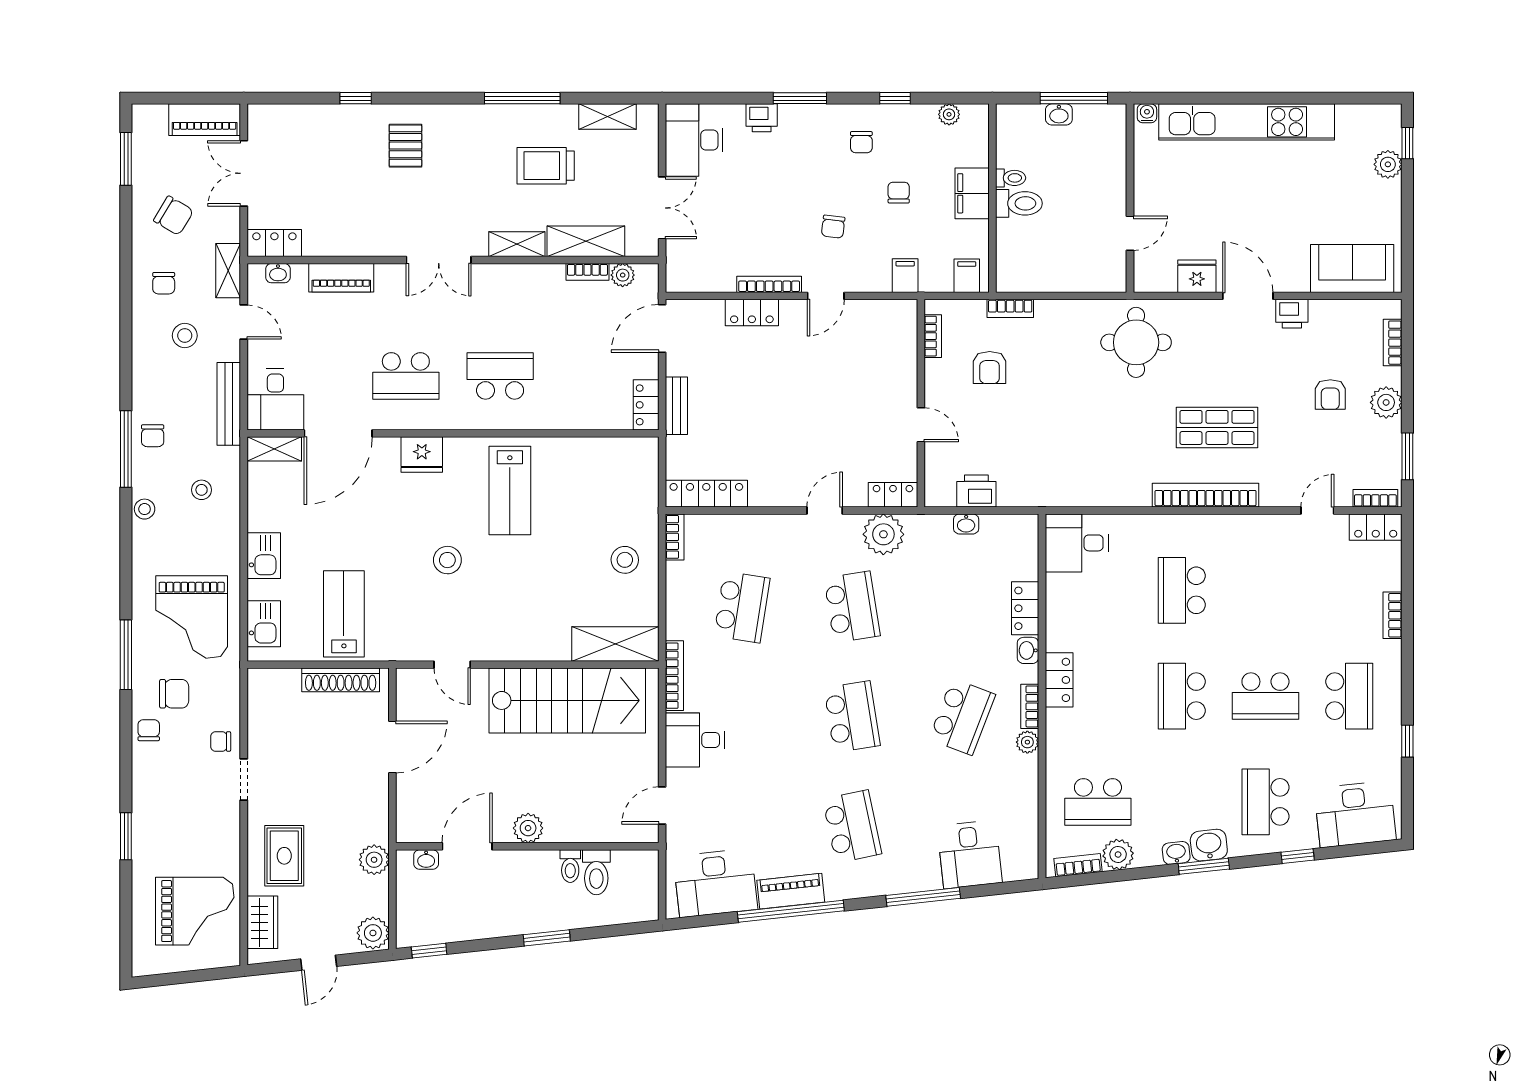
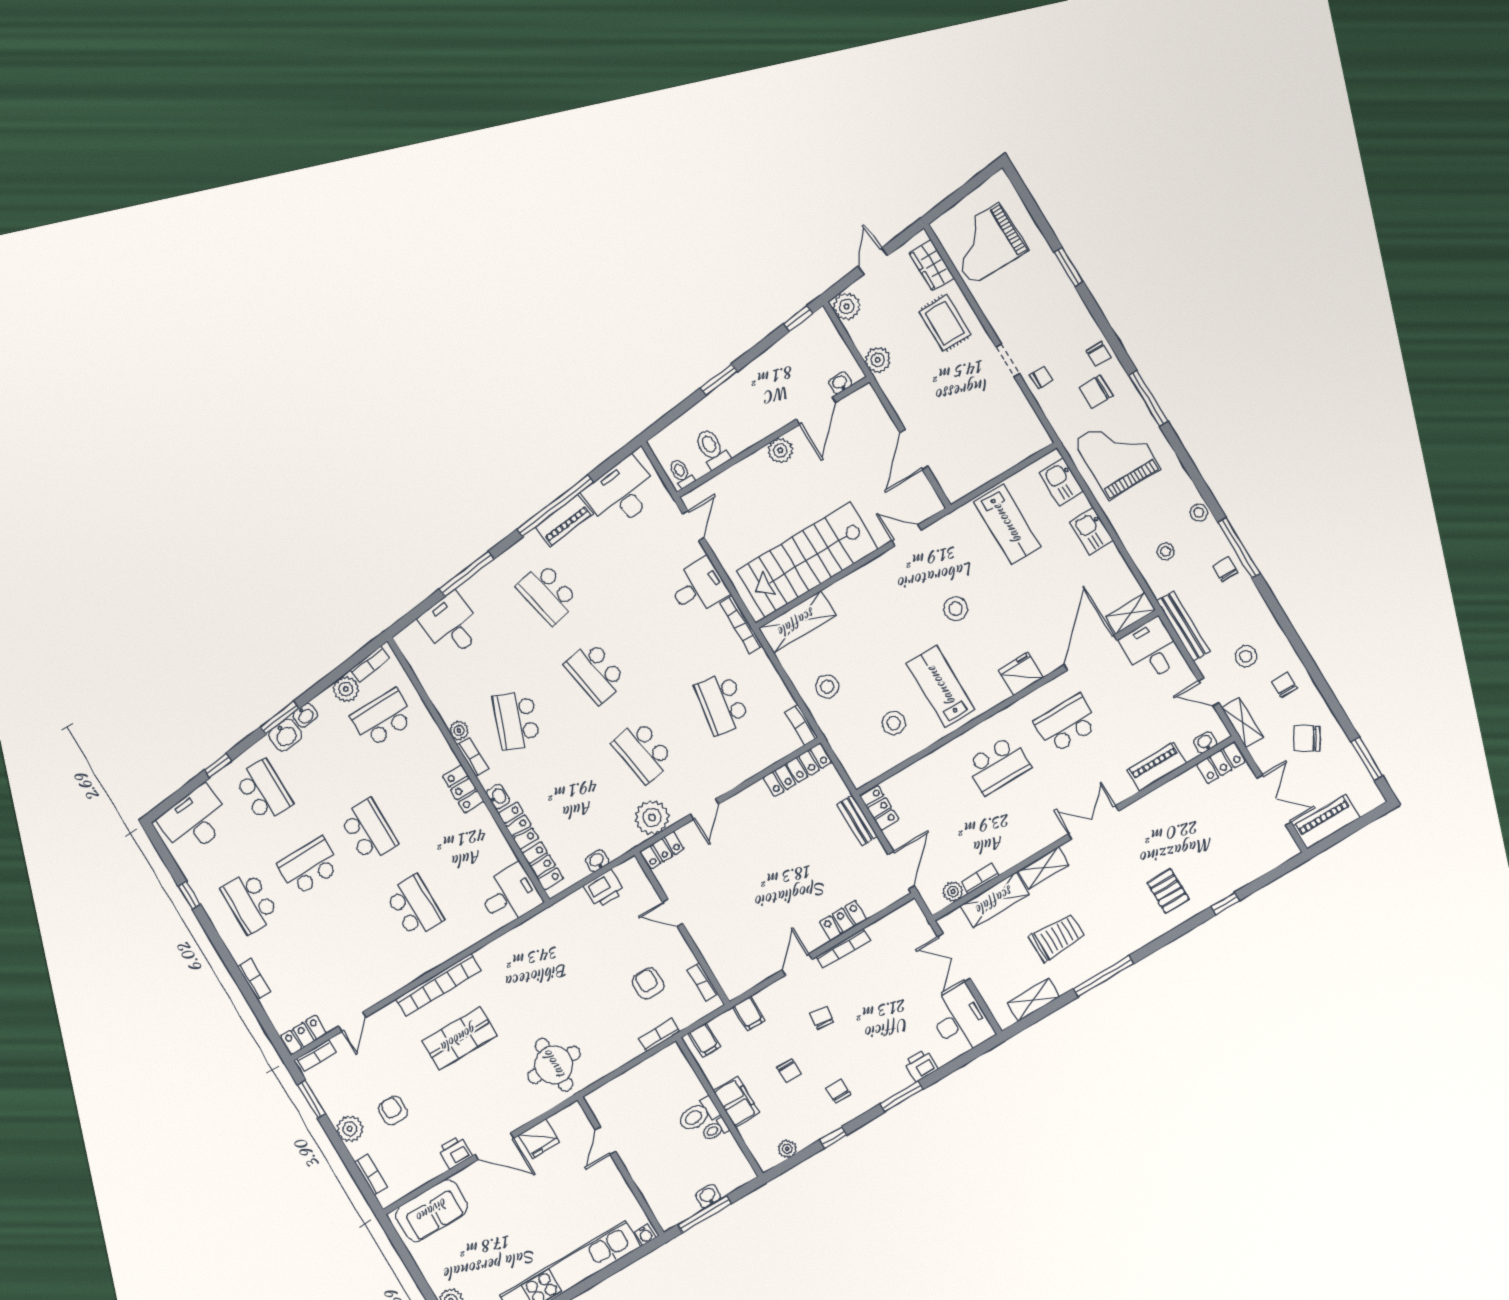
stool: (580, 482) -> (894, 723), added
locker: (1025, 552) -> (543, 866), added
shoe rack: (341, 680) -> (981, 475), removed
toilet: (570, 866) -> (681, 473), moved

